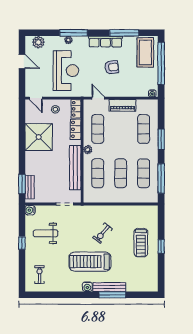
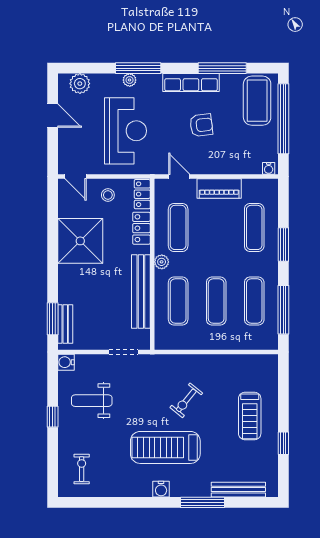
window: (161, 246) -> (283, 443), moved
bench: (109, 287) -> (238, 490), moved

